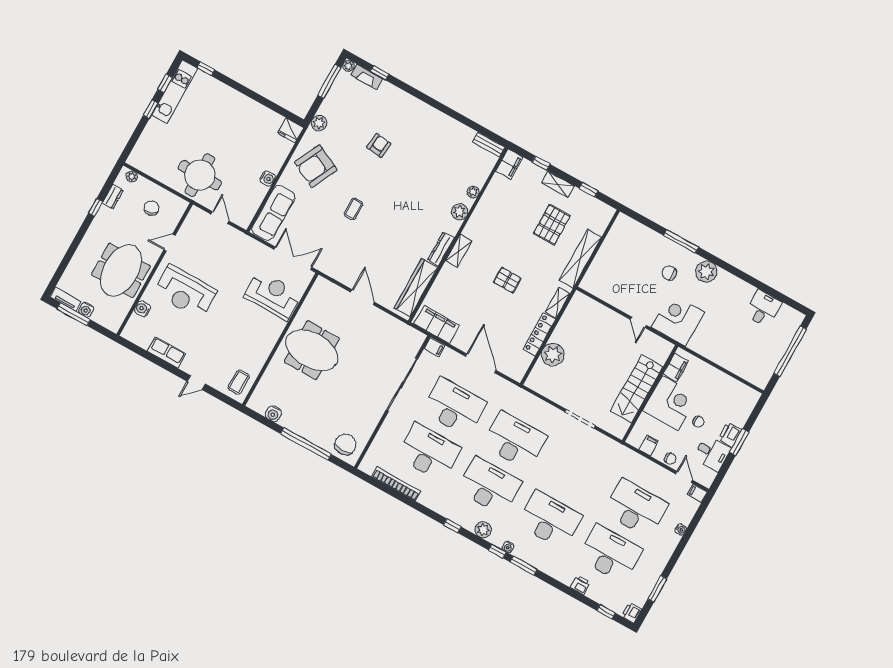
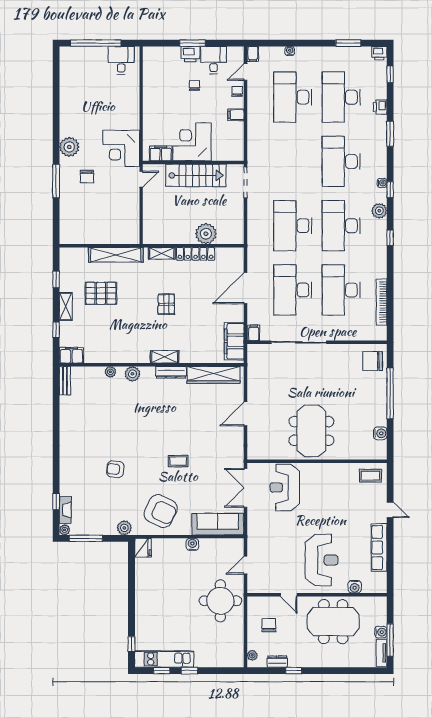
chair: (151, 208) -> (269, 625), turned 111
desk: (763, 308) -> (121, 60), moved, turned 90
row of seats: (167, 352) -> (379, 547), width x1.48
filing cabinet: (676, 367) -> (161, 153), moved
stairs: (637, 389) -> (196, 175), moved
wall: (650, 393) -> (193, 162), moved
corner desk: (670, 403) -> (192, 142), moved
window: (523, 566) -> (390, 134), moved

